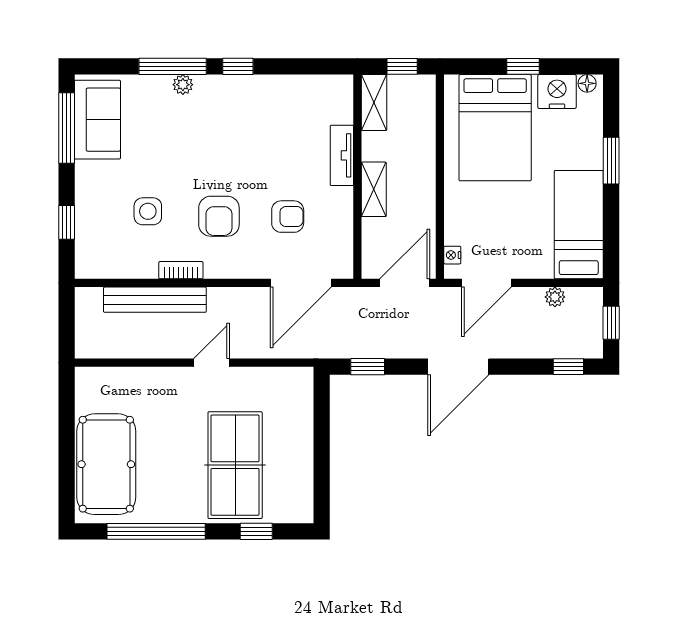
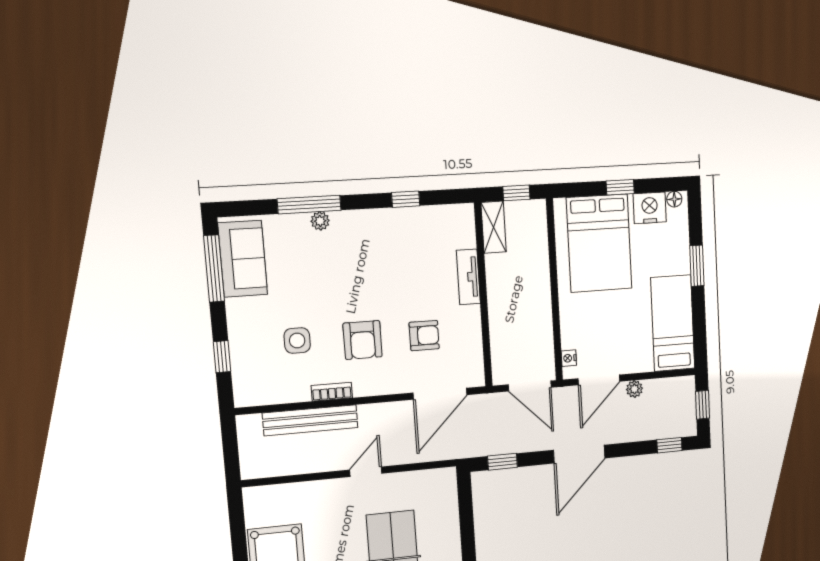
window: (238, 66) -> (406, 199), moved
shelving: (374, 189) -> (498, 305), removed
door: (405, 283) -> (530, 386), swing flipped
plant: (555, 297) -> (634, 389), moved

